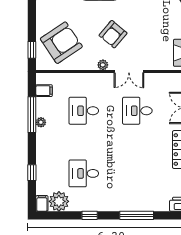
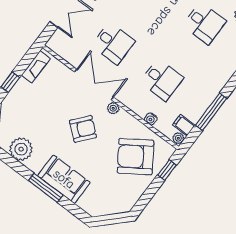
double door: (129, 71) -> (94, 84), width x1.37
water cooler: (71, 77) -> (151, 119), added
plant: (41, 122) -> (178, 138), moved

